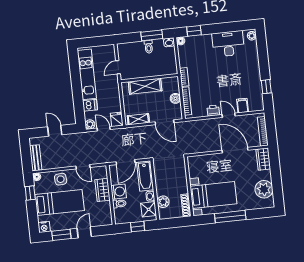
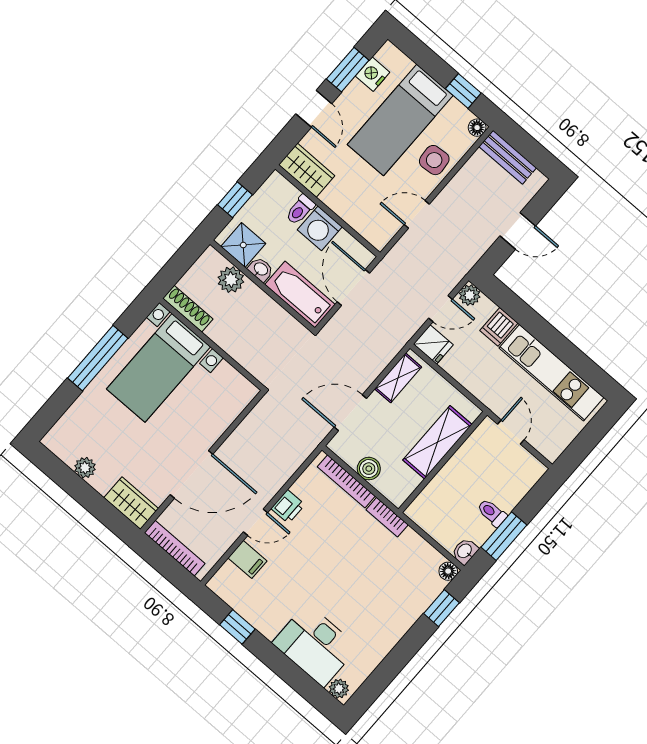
desk: (228, 44) -> (315, 645), moved, turned 90
plant: (264, 189) -> (85, 468), width x0.53, depth x0.53
wardrobe: (103, 190) -> (307, 170), moved
nightstand: (44, 227) -> (373, 74), moved

